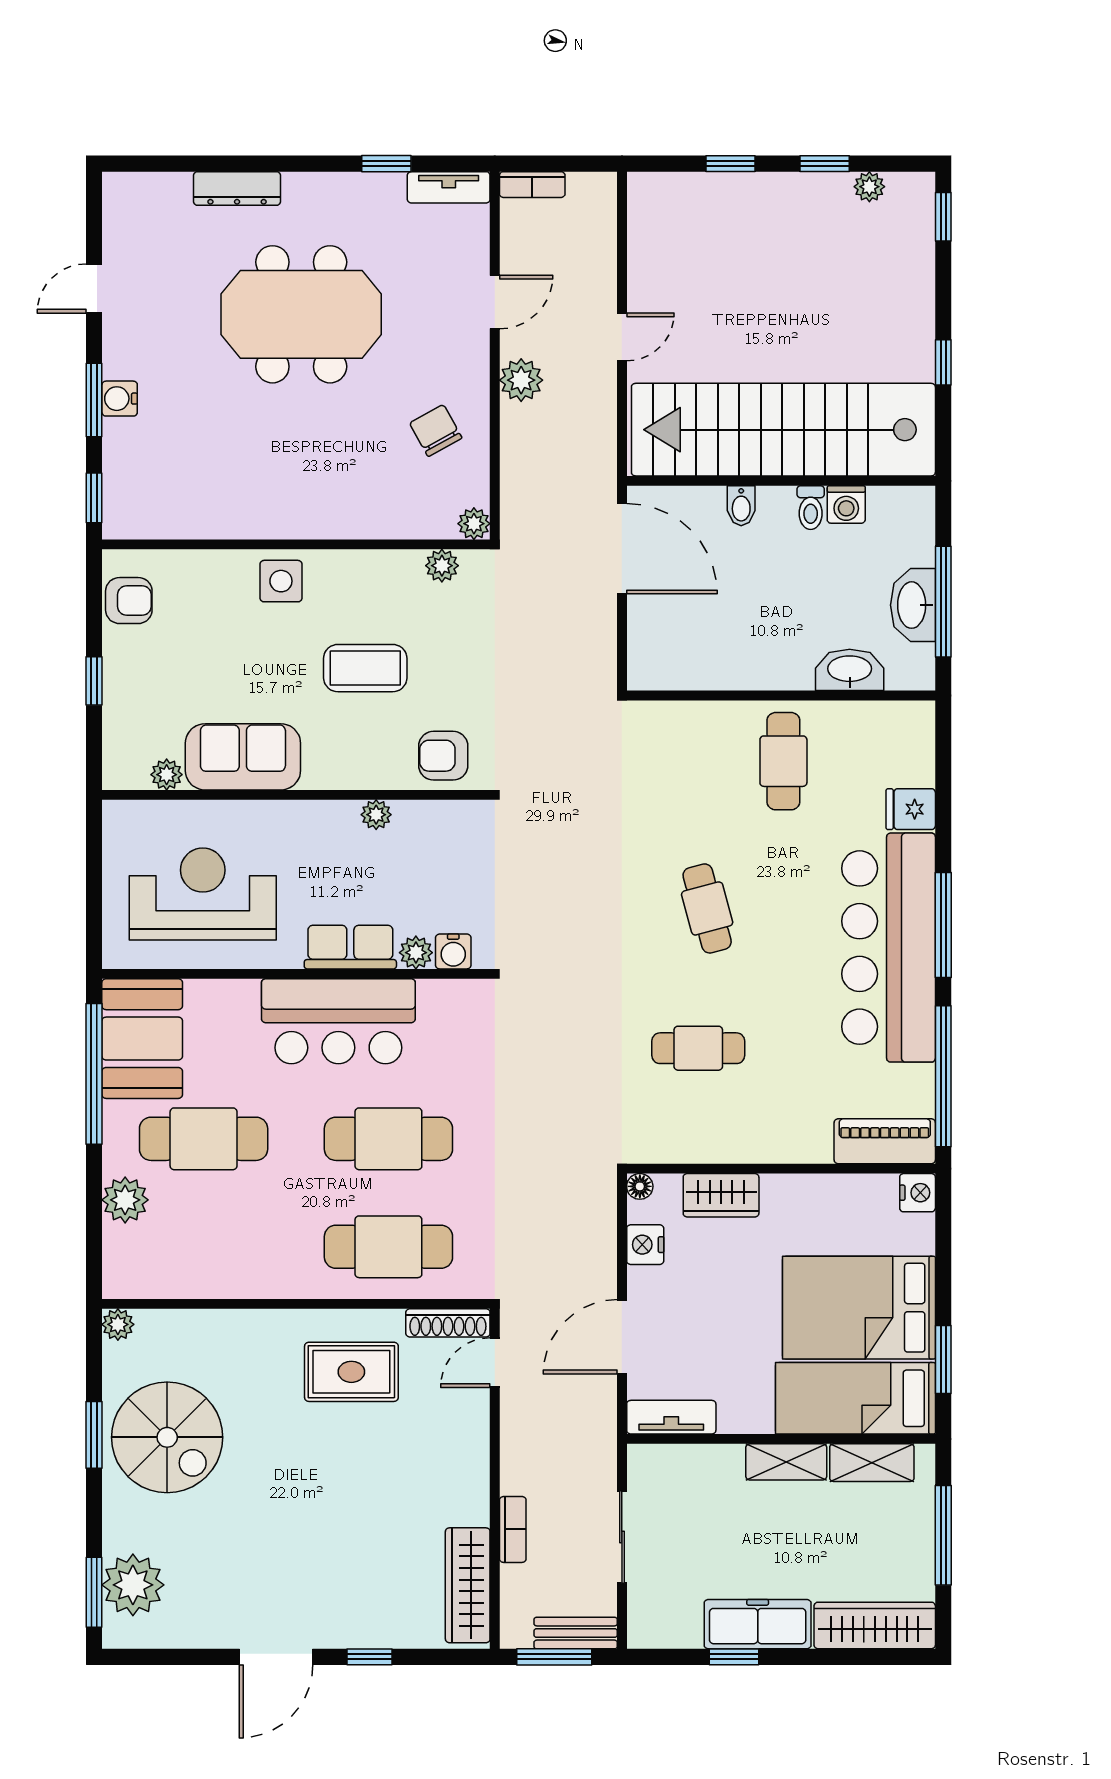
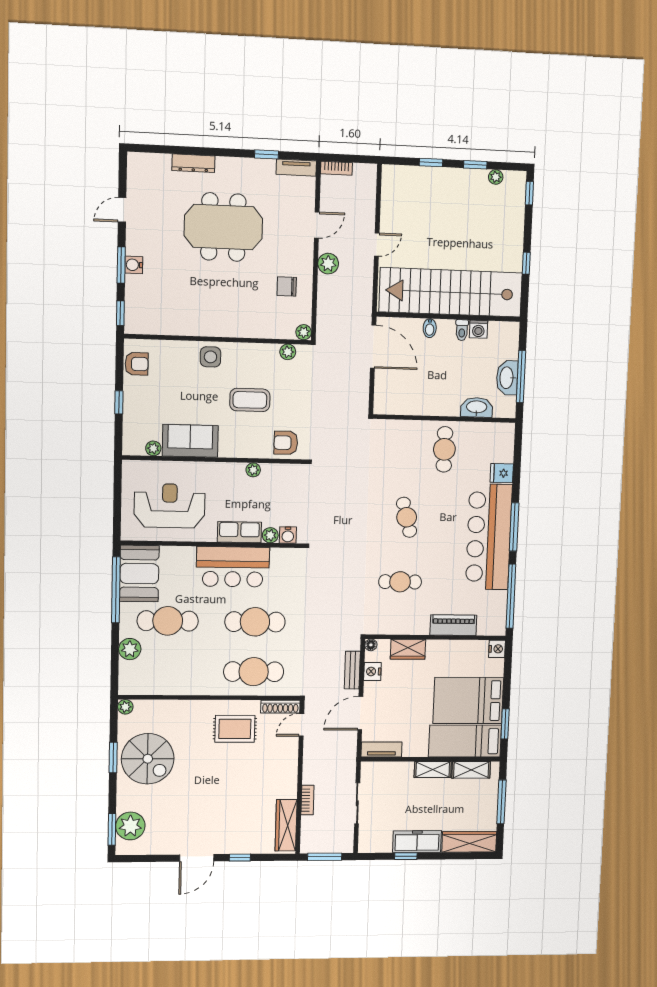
chair: (436, 431) -> (287, 286), turned -61
piano: (885, 1141) -> (453, 625), moved
bench: (576, 1633) -> (352, 670), moved, turned 90

